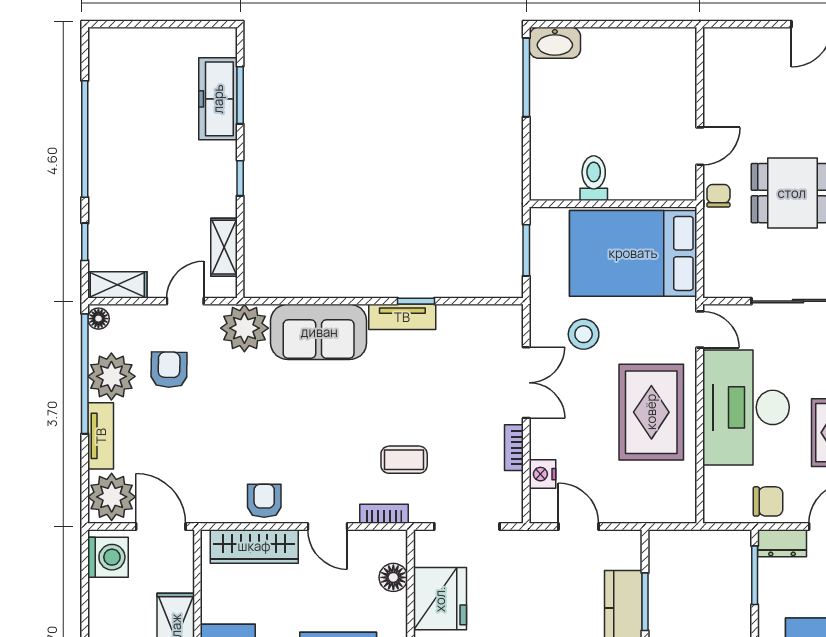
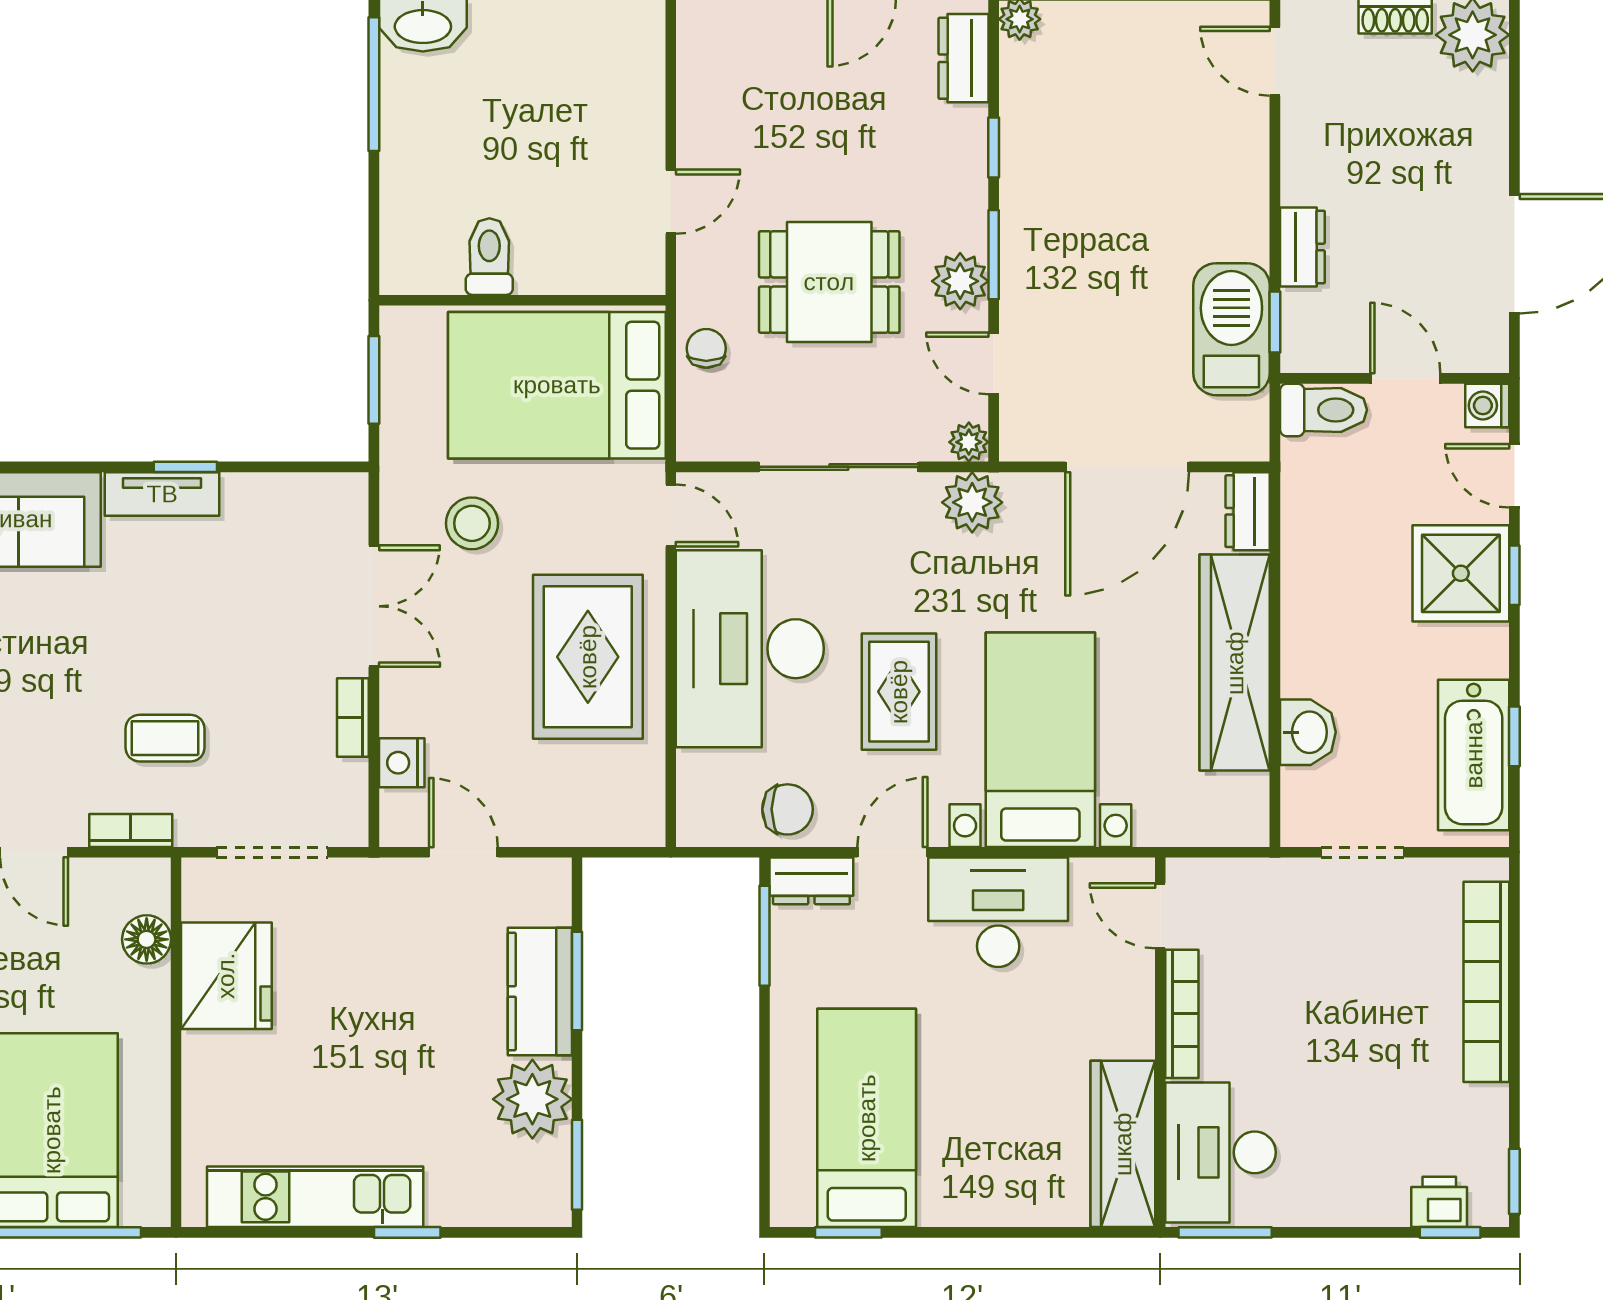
chair: (718, 196) -> (706, 348), moved

